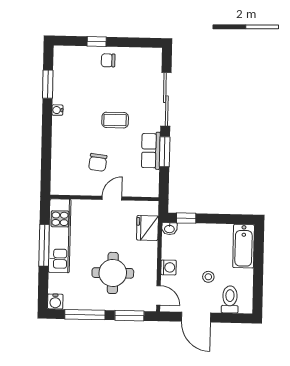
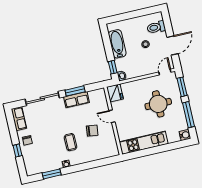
row of seats: (144, 56) -> (19, 119), added
coffee table: (115, 120) -> (71, 142), moved
fridge: (147, 228) -> (115, 93), moved, turned -90
window: (44, 245) -> (152, 151), removed
bathtub: (244, 246) -> (117, 44), moved, turned -90
washing machine: (169, 267) -> (146, 70), removed

